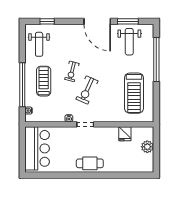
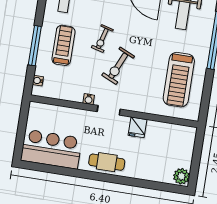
window: (22, 85) -> (35, 46), width x0.68
fridge: (125, 134) -> (137, 127), moved
plant: (147, 147) -> (181, 176), moved
bar counter: (37, 148) -> (51, 149), moved, turned -90

